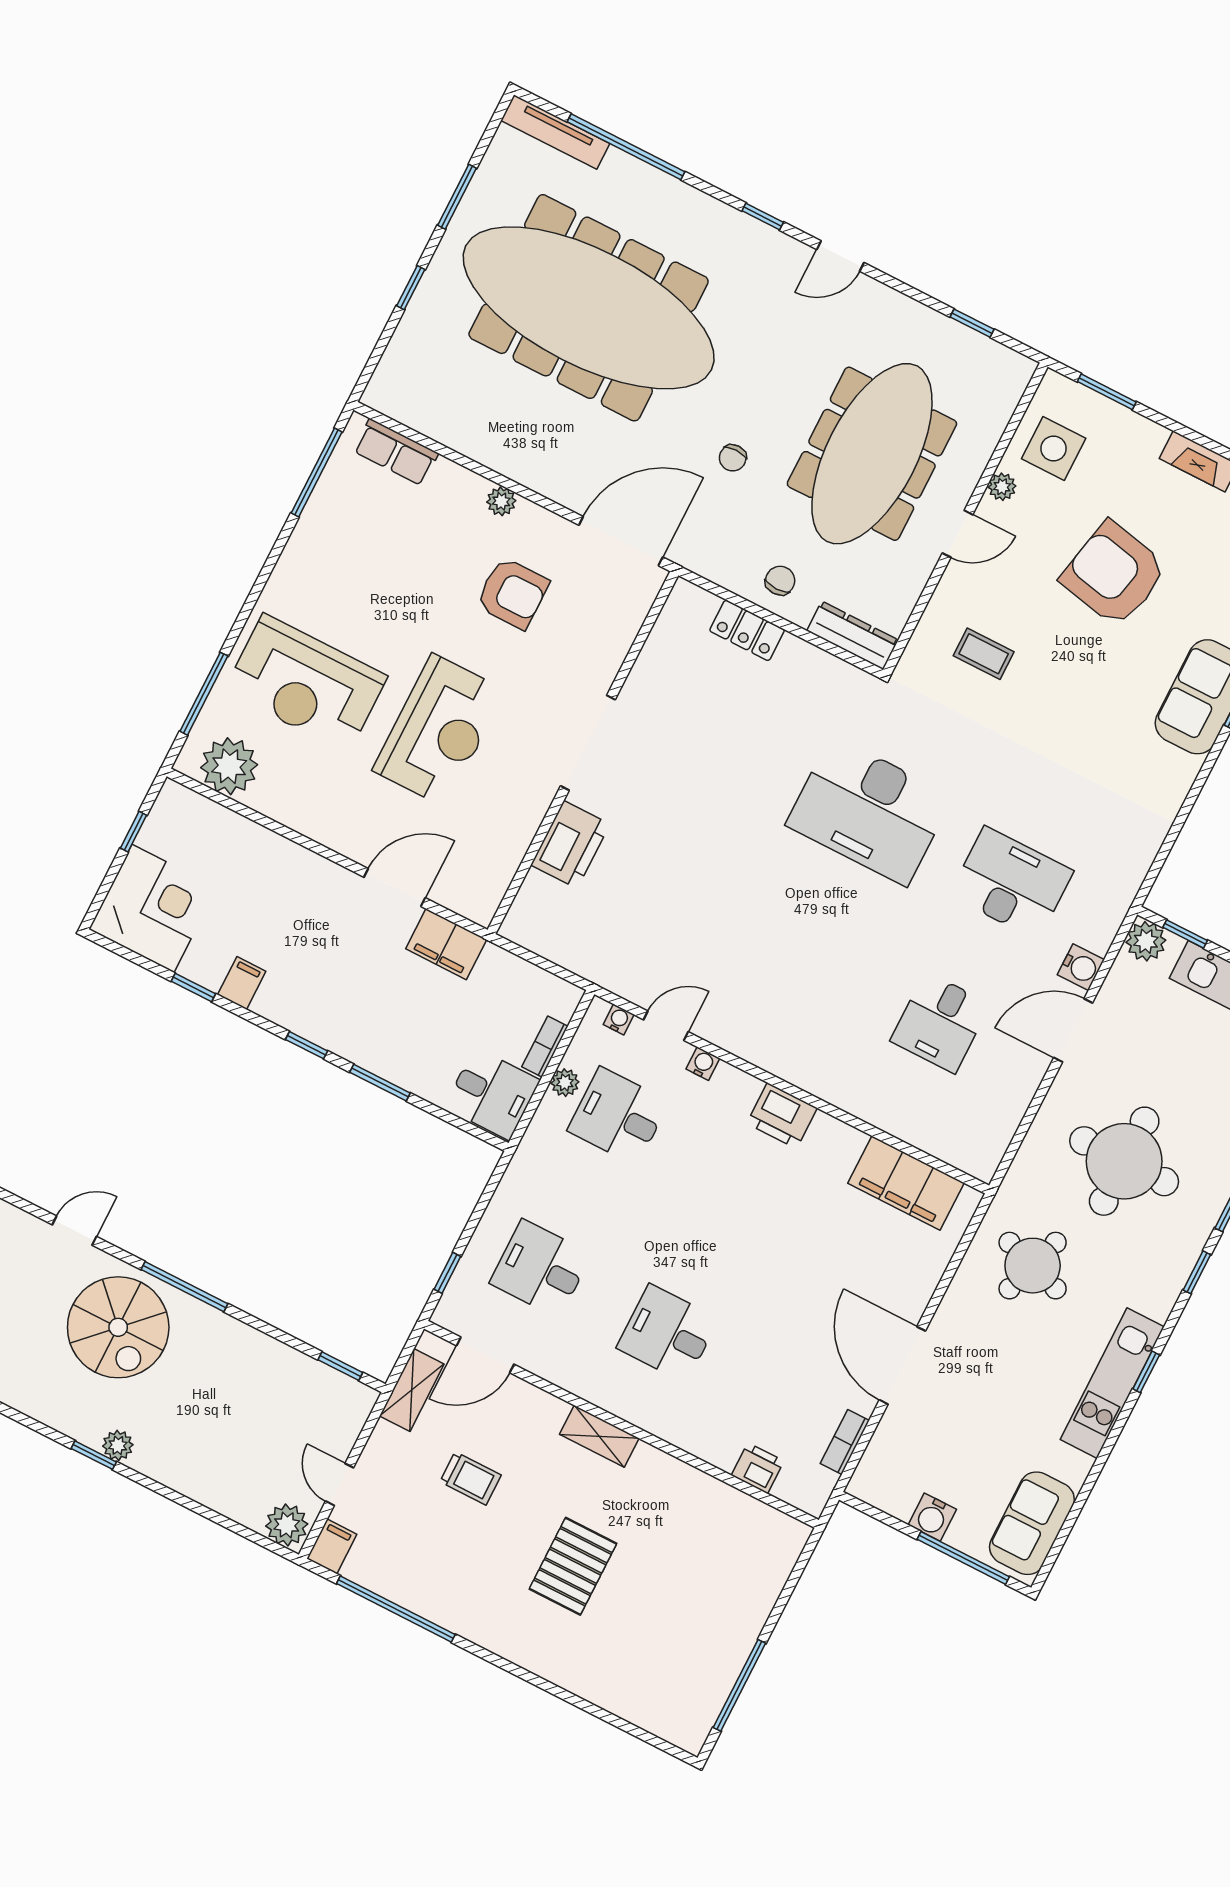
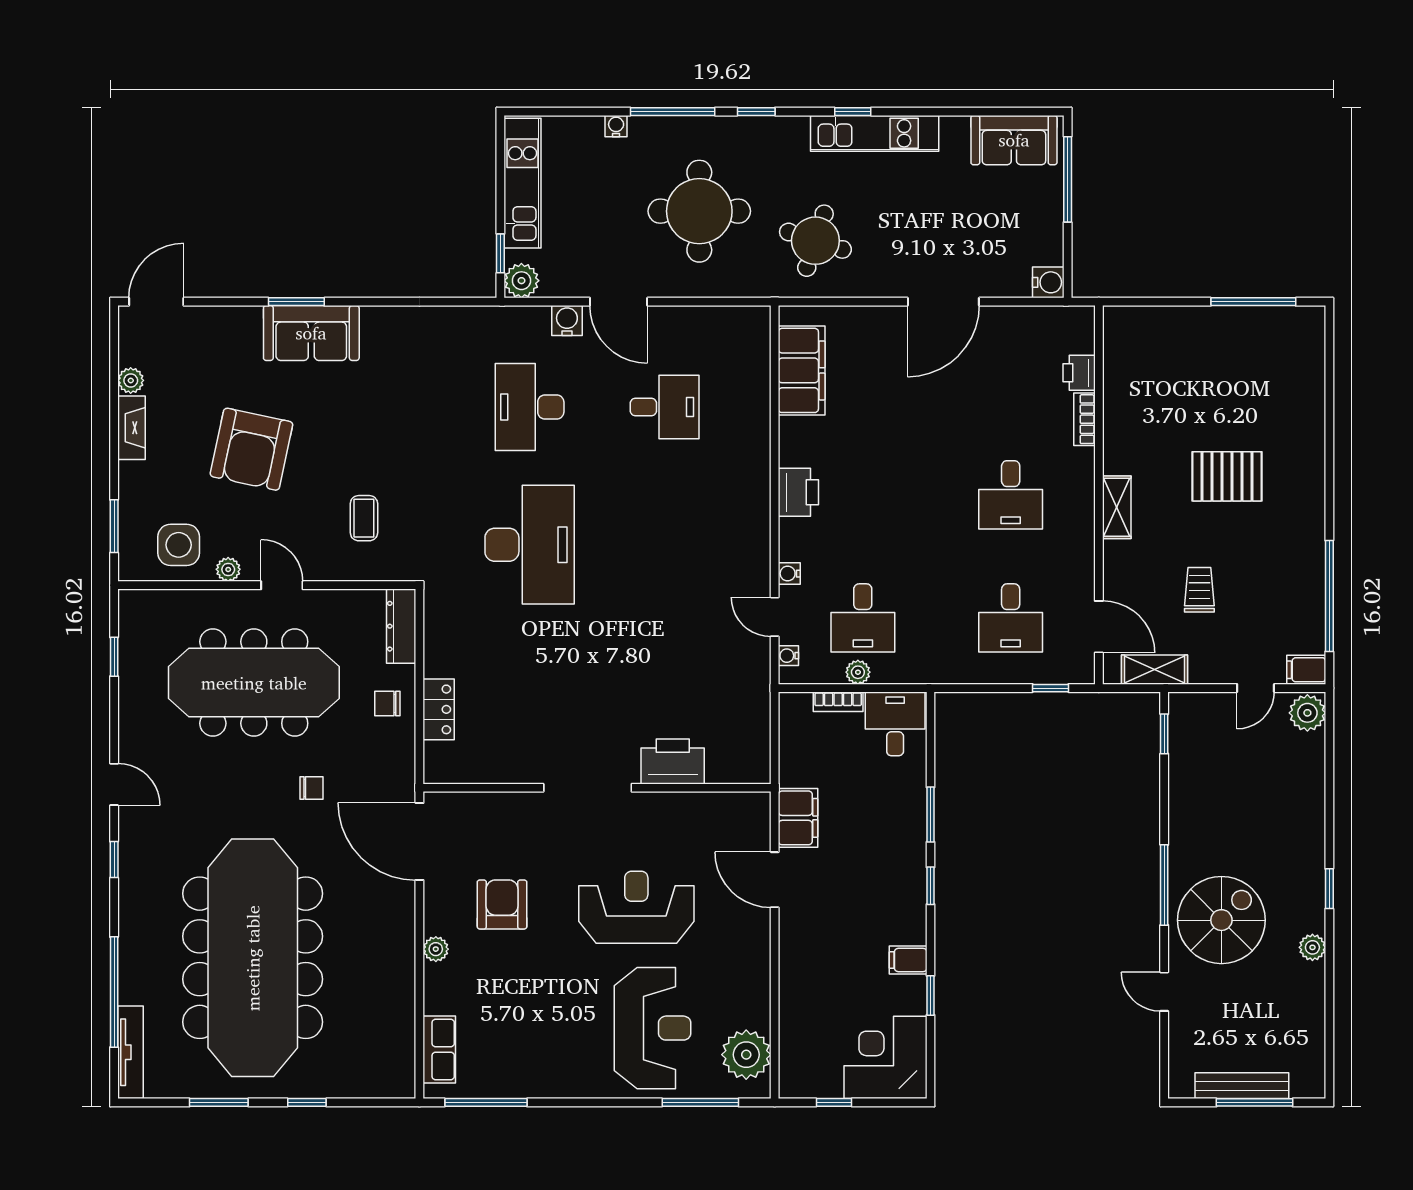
bookcase: (845, 1442) -> (1084, 419), moved, turned 90
plant: (118, 1445) -> (1312, 947), moved
water cooler: (932, 1517) -> (1048, 282), moved

